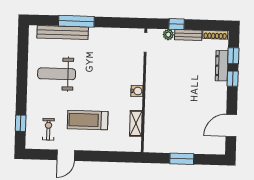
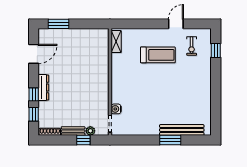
window: (76, 21) -> (170, 140), width x0.69
dresser: (222, 66) -> (43, 87), moved
weight bench: (57, 74) -> (186, 94), removed
water cooler: (137, 91) -> (116, 109), moved
shelving: (136, 123) -> (116, 42), moved
window: (182, 159) -> (58, 24), moved

